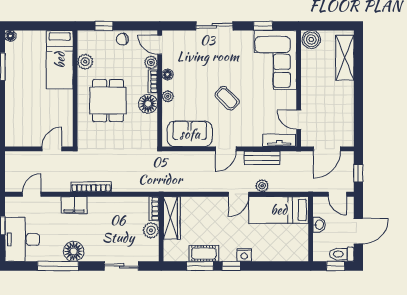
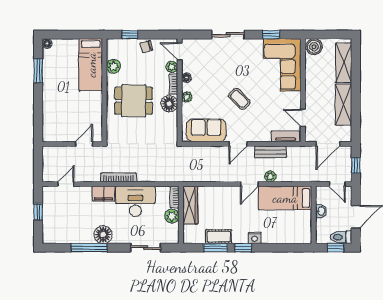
dining table: (108, 101) -> (134, 101), turned 90
shelving: (344, 105) -> (344, 105), added
desk: (22, 239) -> (135, 201), moved, turned 90

